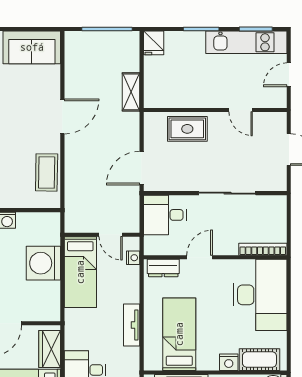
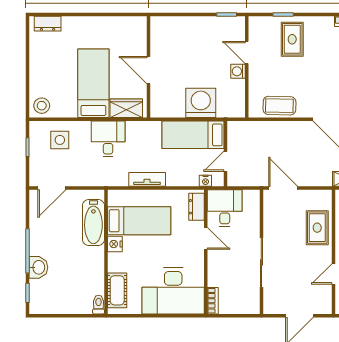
desk: (165, 215) -> (225, 208), moved
bookcase: (263, 249) -> (213, 301), width x0.64
nightstand: (229, 362) -> (115, 244), moved

